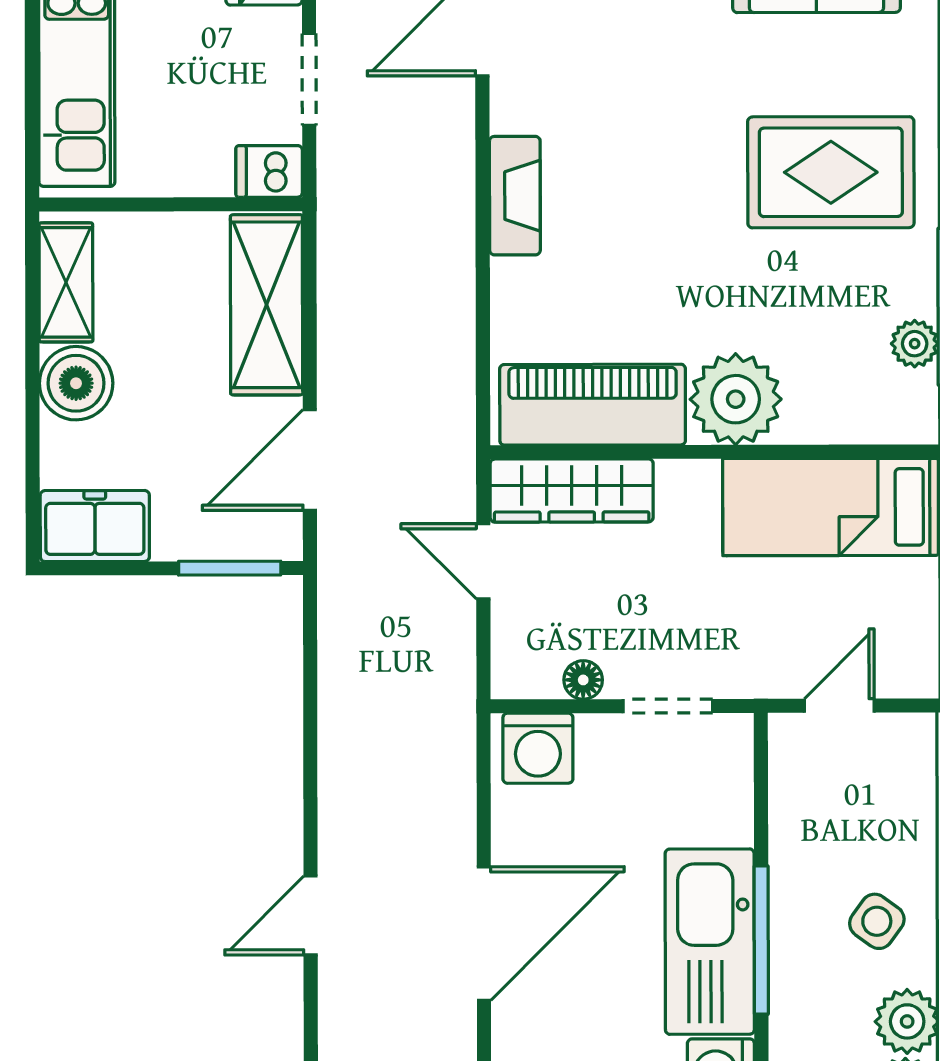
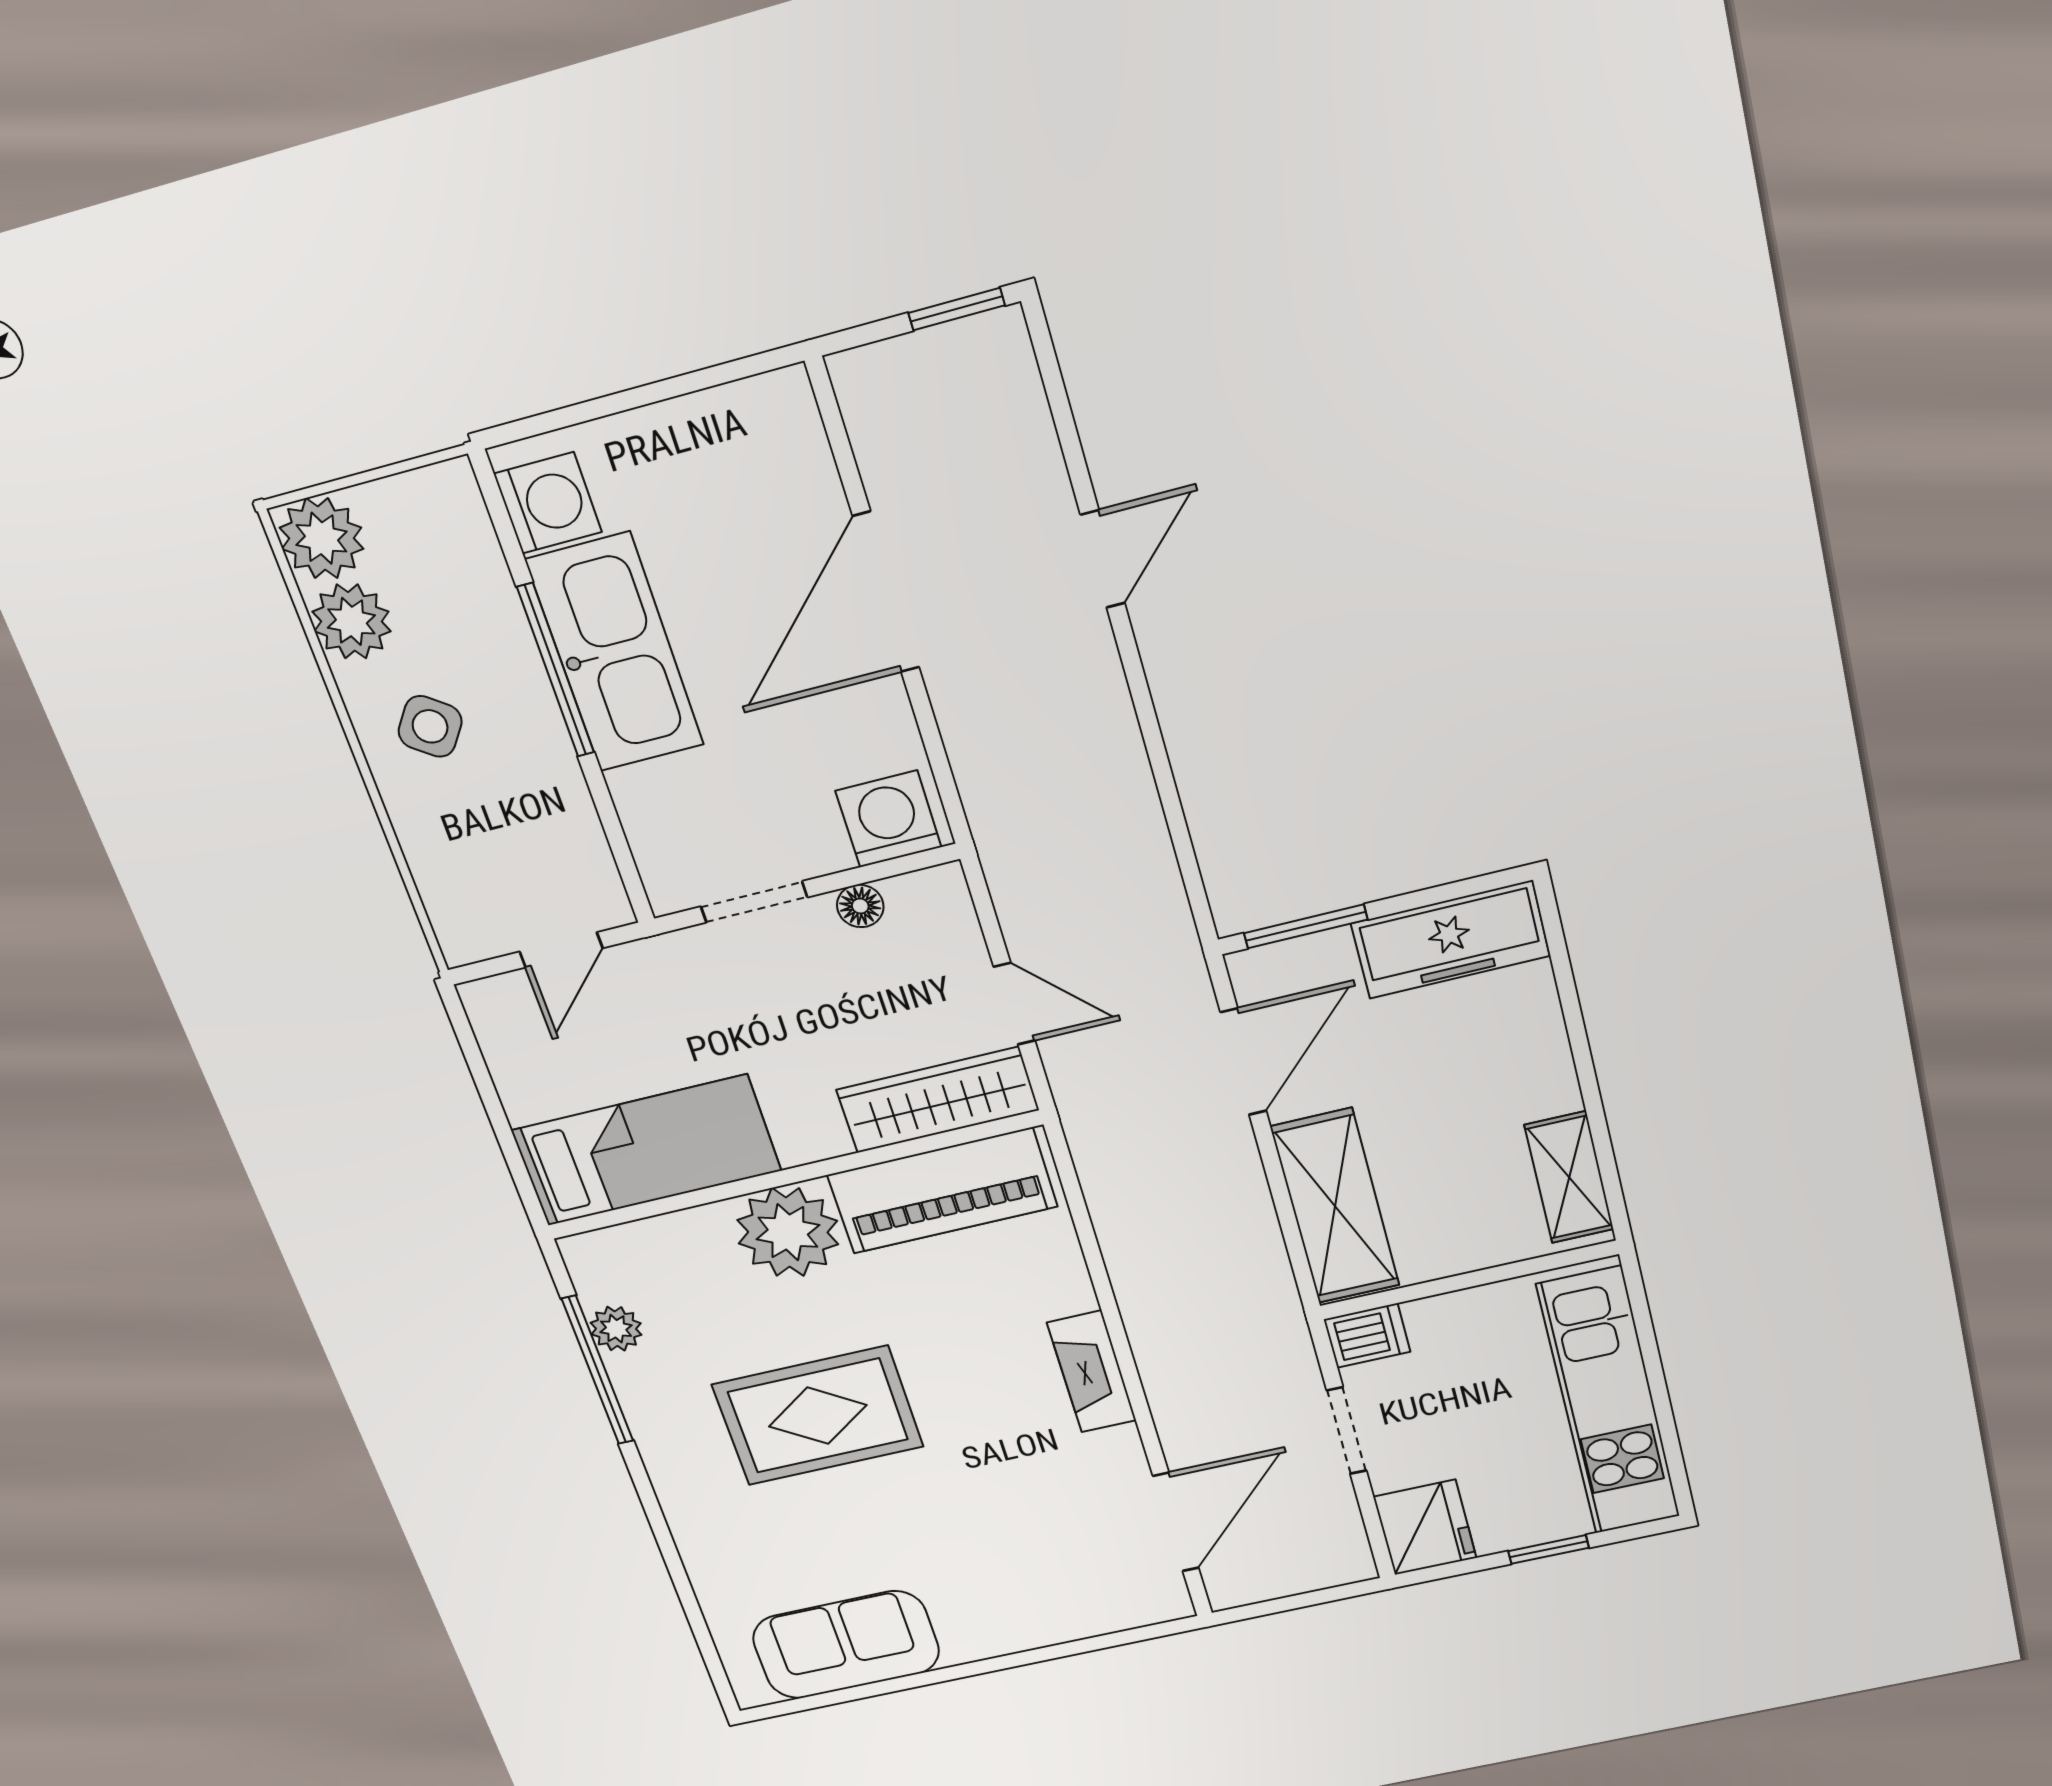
rug: (831, 172) -> (818, 1416), moved
boiler: (76, 383) -> (1534, 1078), removed
freezer: (95, 526) -> (1450, 940), width x1.40

